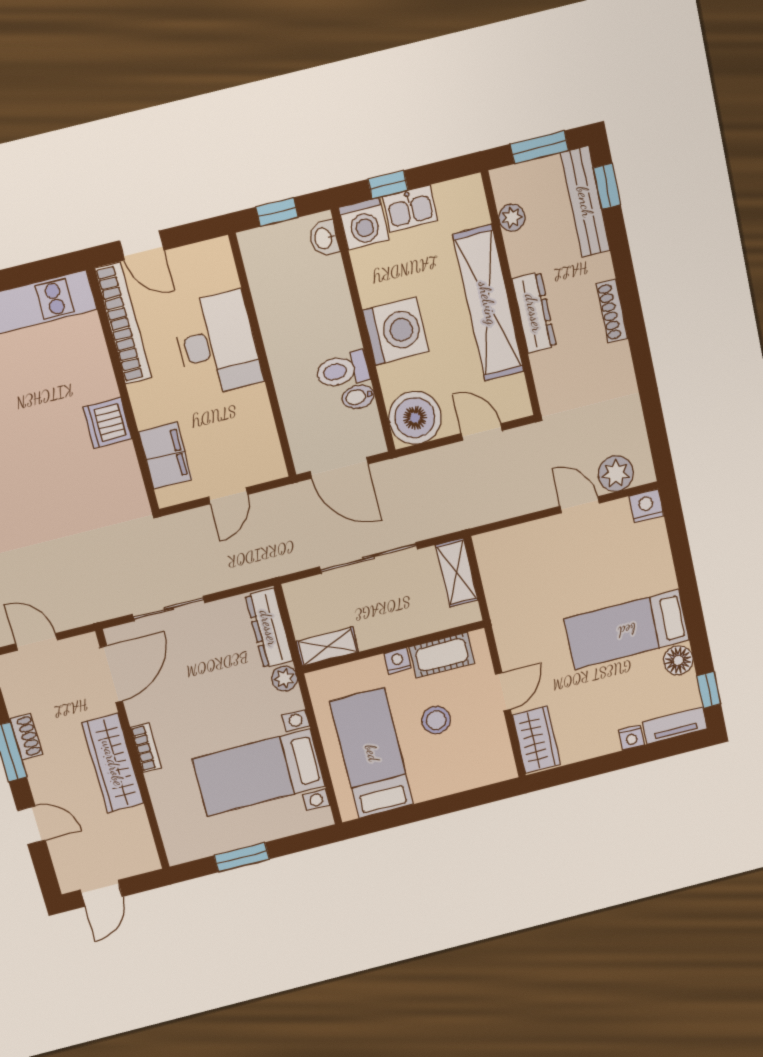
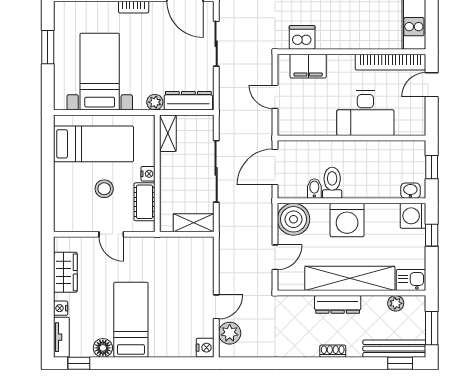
kitchen sink: (410, 209) -> (411, 280), moved, turned 90
shoe rack: (612, 311) -> (333, 351), width x0.70
dishwasher: (107, 423) -> (302, 37), moved
wardrobe: (536, 740) -> (65, 272), moved, turned -90

